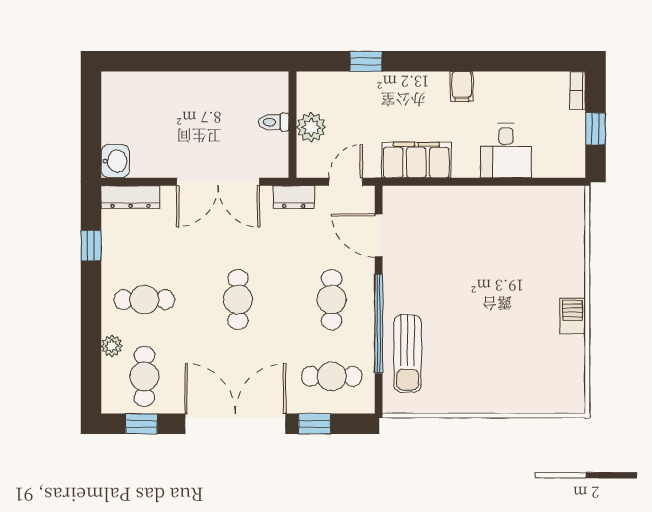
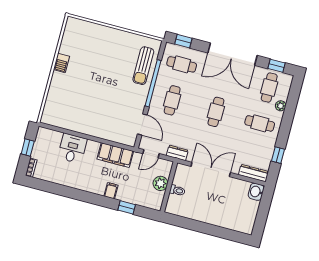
filing cabinet: (462, 86) -> (111, 191), moved
sun lounger: (408, 354) -> (143, 66), turned 180
window: (314, 424) -> (183, 41), moved

